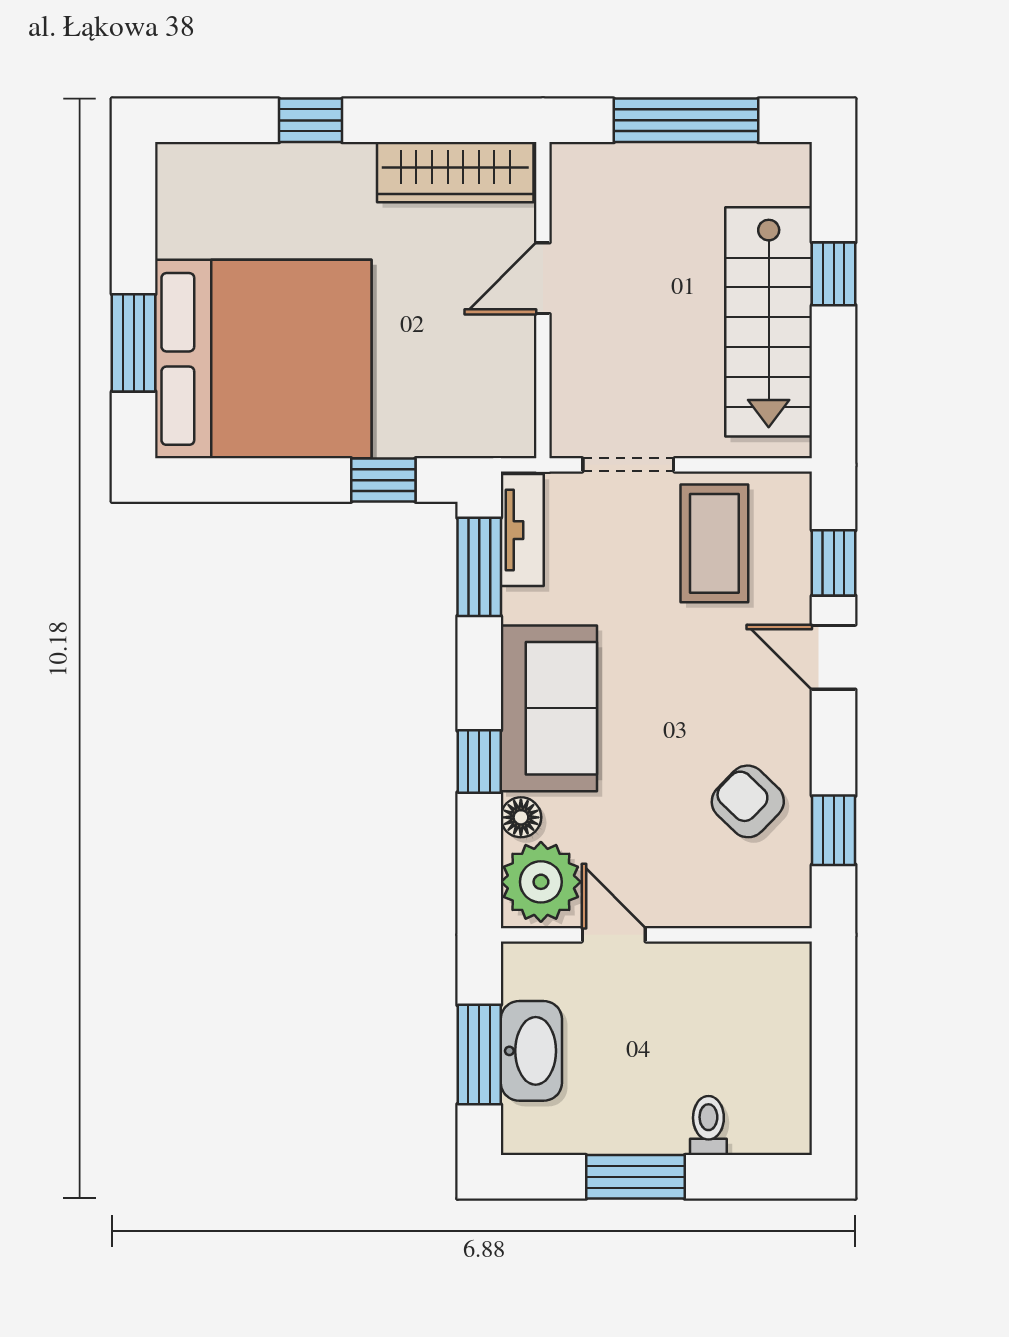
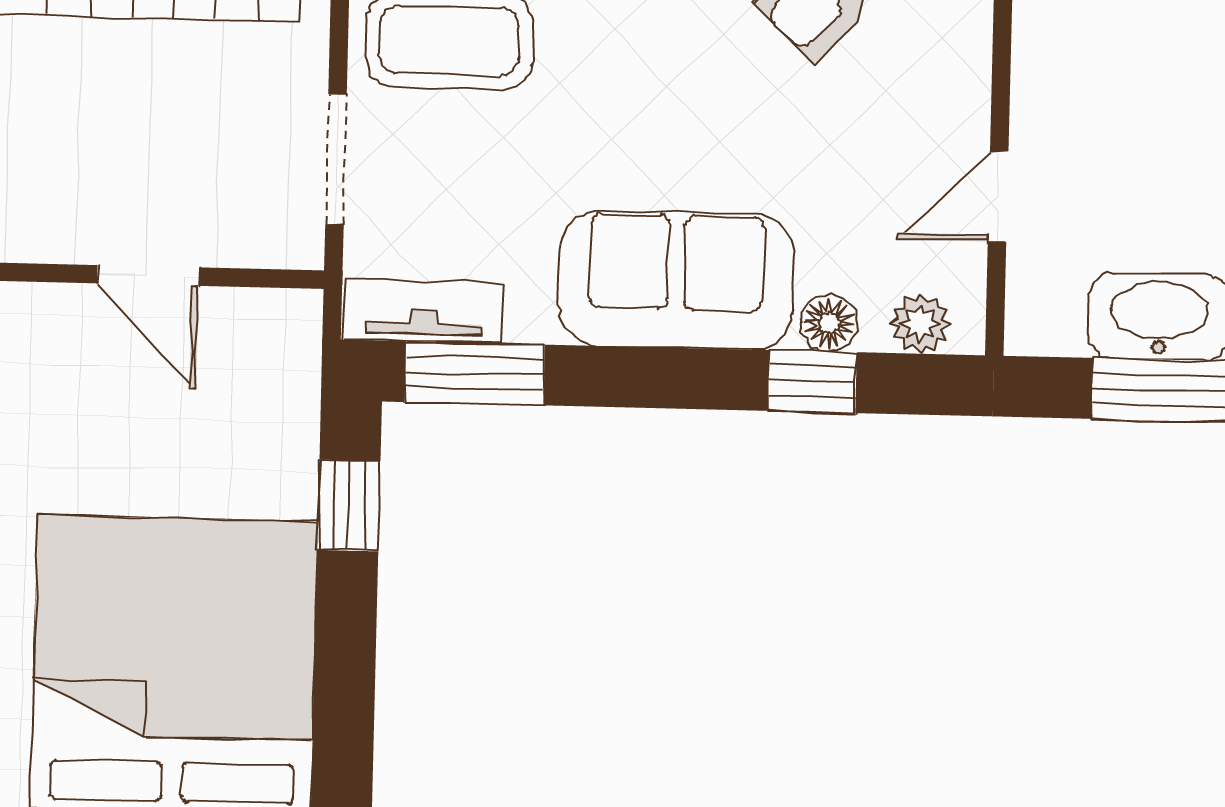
door: (543, 278) -> (148, 275), moved
window: (479, 761) -> (812, 382), moved
plant: (541, 882) -> (920, 324), width x0.53, depth x0.53

